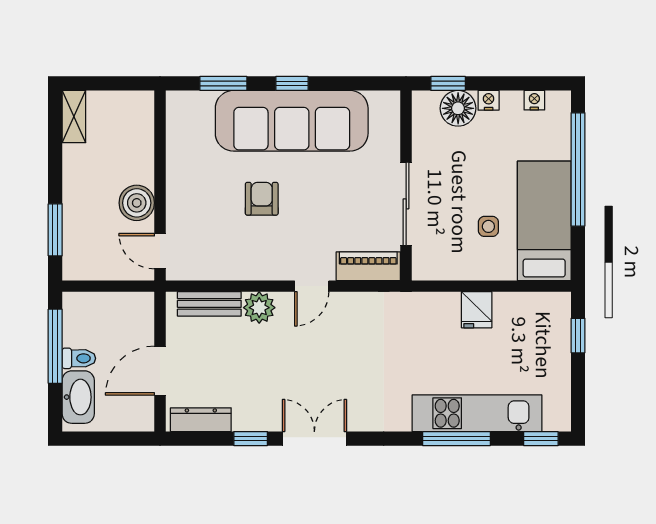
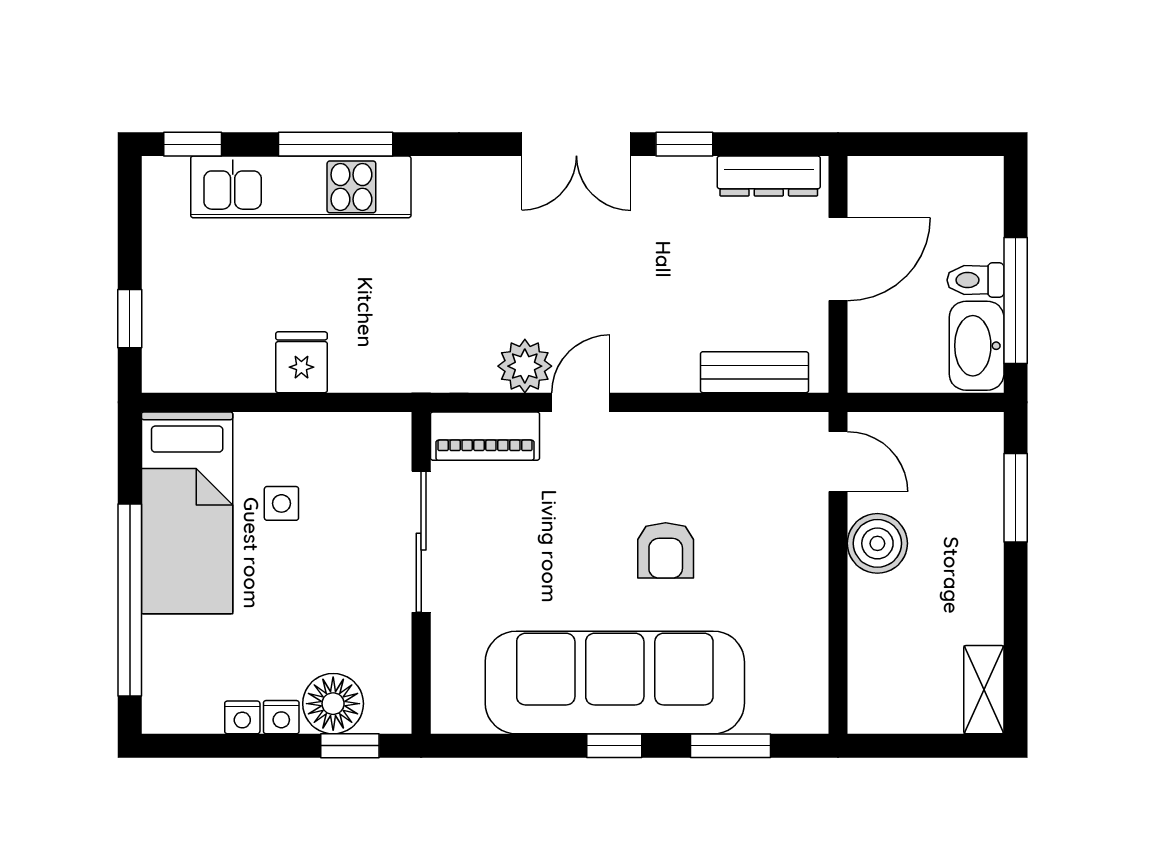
nightstand: (534, 100) -> (242, 717), moved
plant: (259, 308) -> (525, 366), moved
washbasin: (78, 397) -> (977, 346), moved

